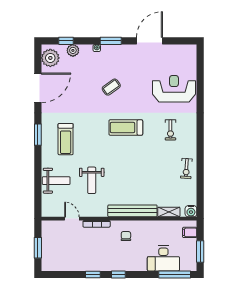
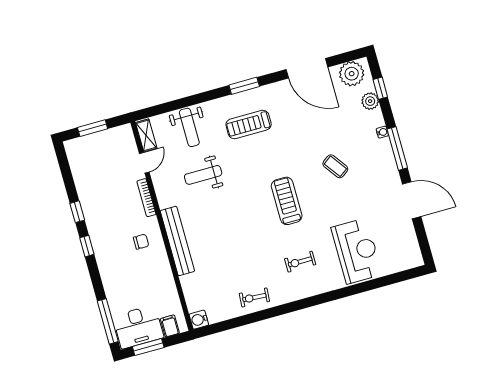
window: (111, 41) -> (397, 148), width x1.44
shelving: (169, 212) -> (146, 135), moved
desk: (163, 259) -> (138, 327), moved, turned -90

